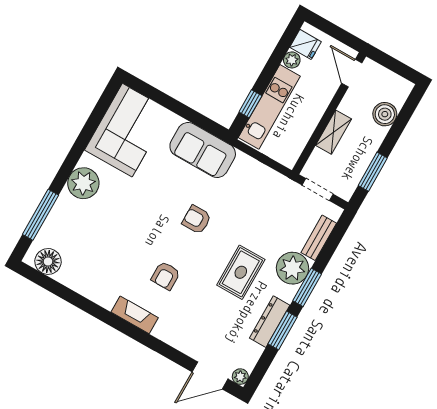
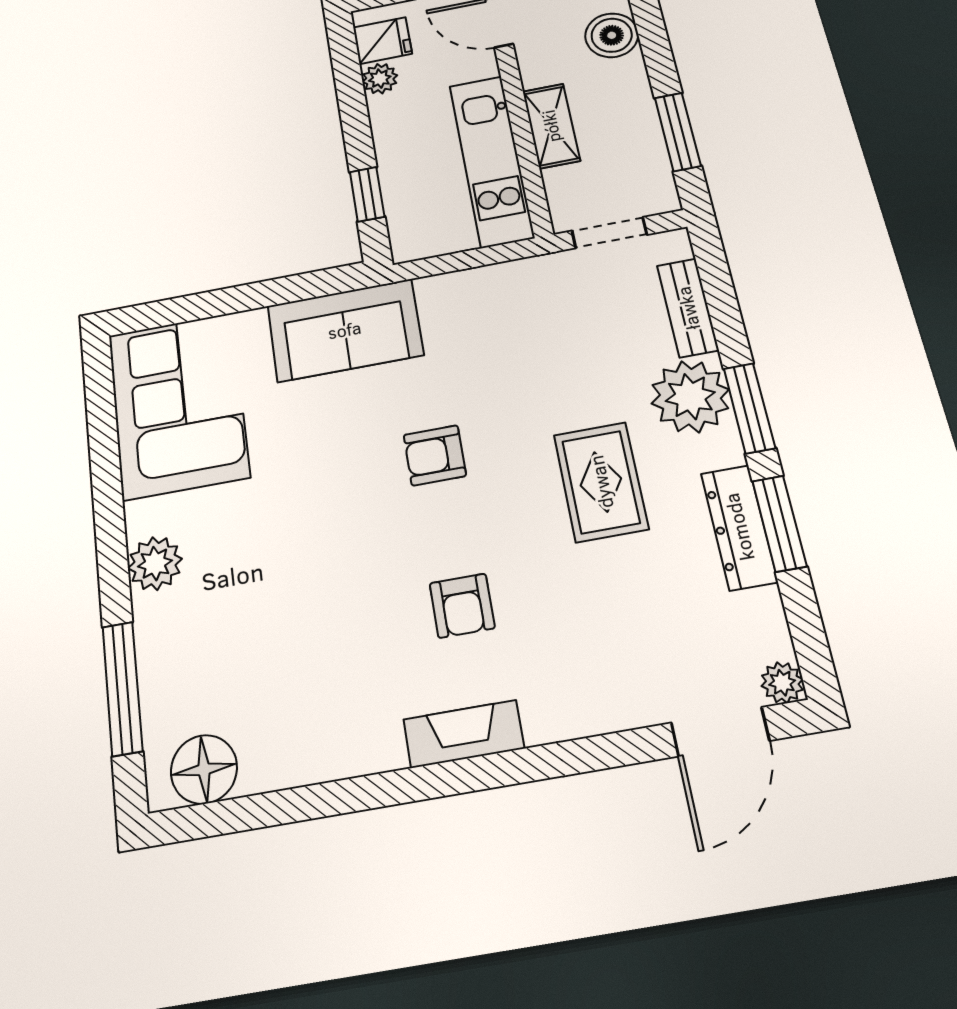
kitchen unit: (269, 107) -> (491, 161), moved, turned 180
plant: (83, 183) -> (155, 564), width x0.73, depth x0.73

